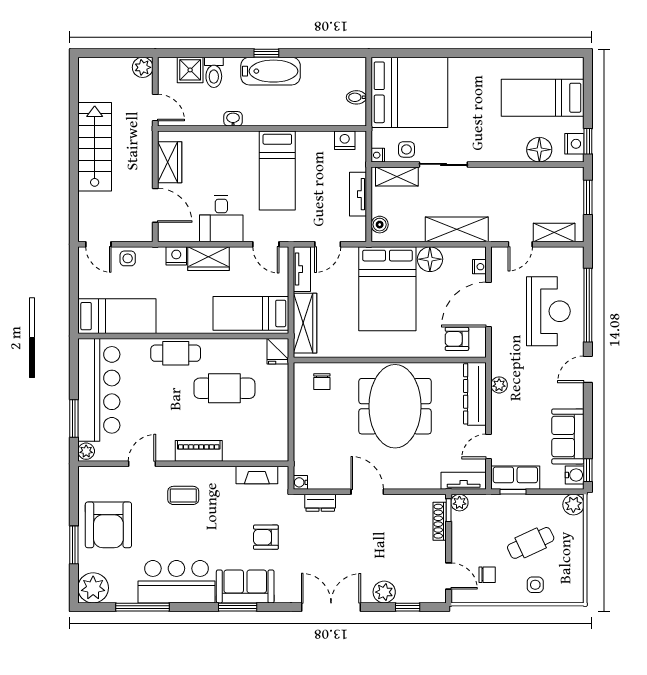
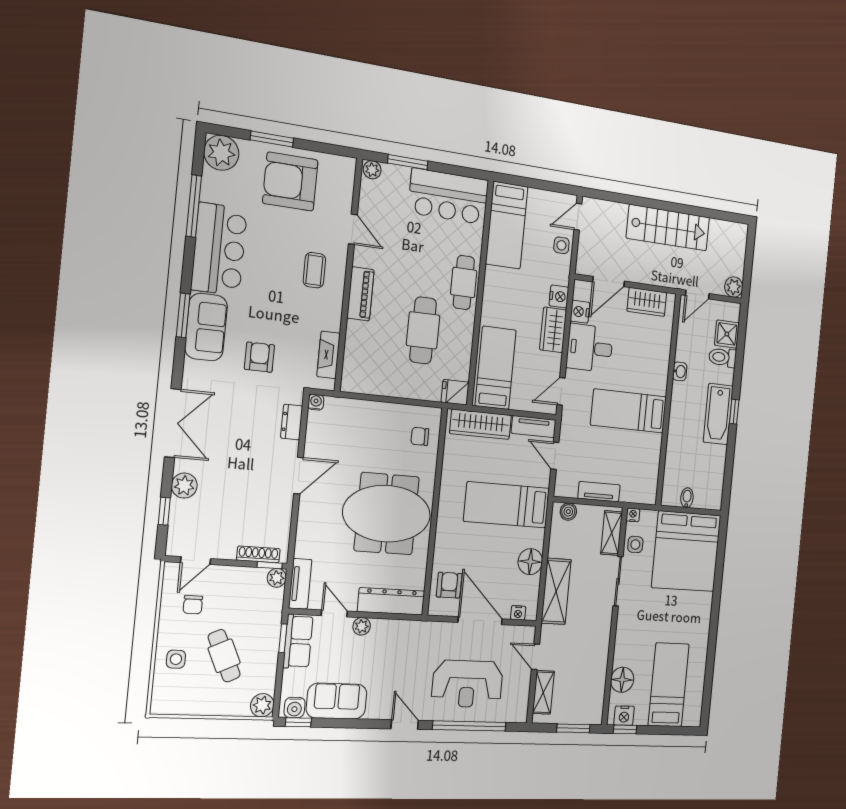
nightstand: (345, 140) -> (580, 312), moved, turned 180
bed: (387, 289) -> (507, 505), width x0.67
plant: (499, 385) -> (362, 626), moved
bar counter: (99, 390) -> (448, 196), width x0.73

